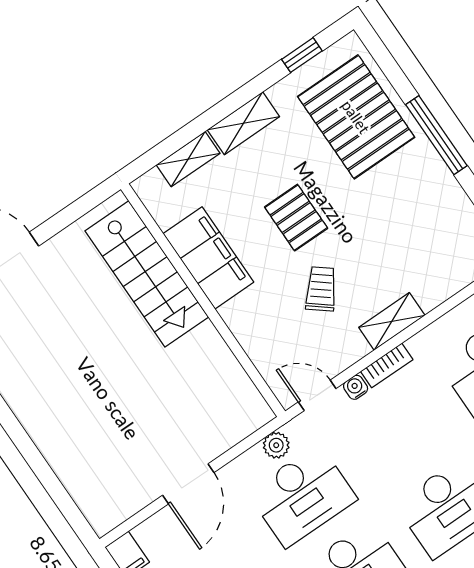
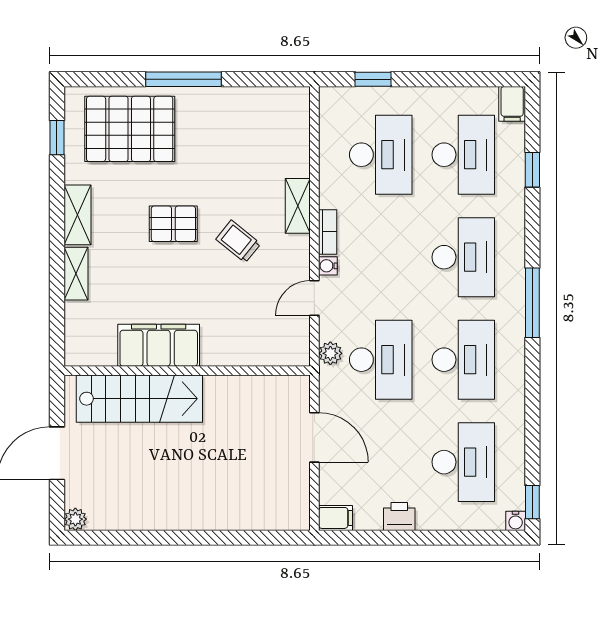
filing cabinet: (208, 258) -> (159, 345), moved
stairs: (147, 274) -> (139, 399), moved
wall: (203, 300) -> (187, 371), moved

